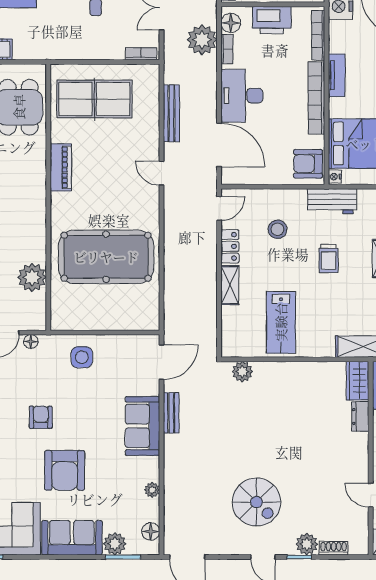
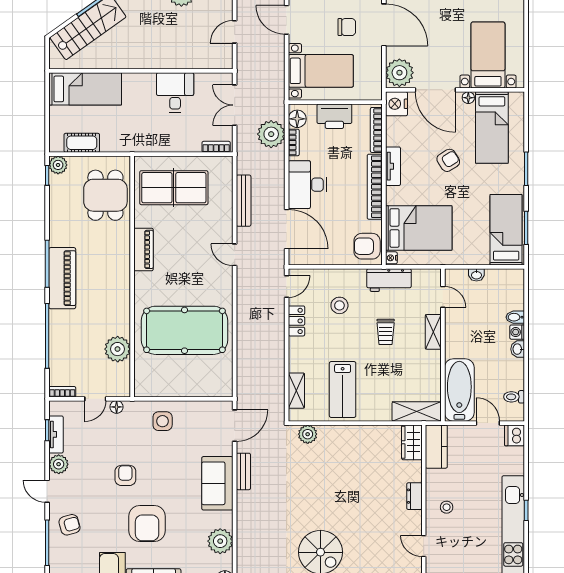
shelving: (230, 285) -> (296, 391), moved
dresser: (360, 417) -> (414, 496), moved
plant: (152, 490) -> (220, 541), width x1.88, depth x1.88

